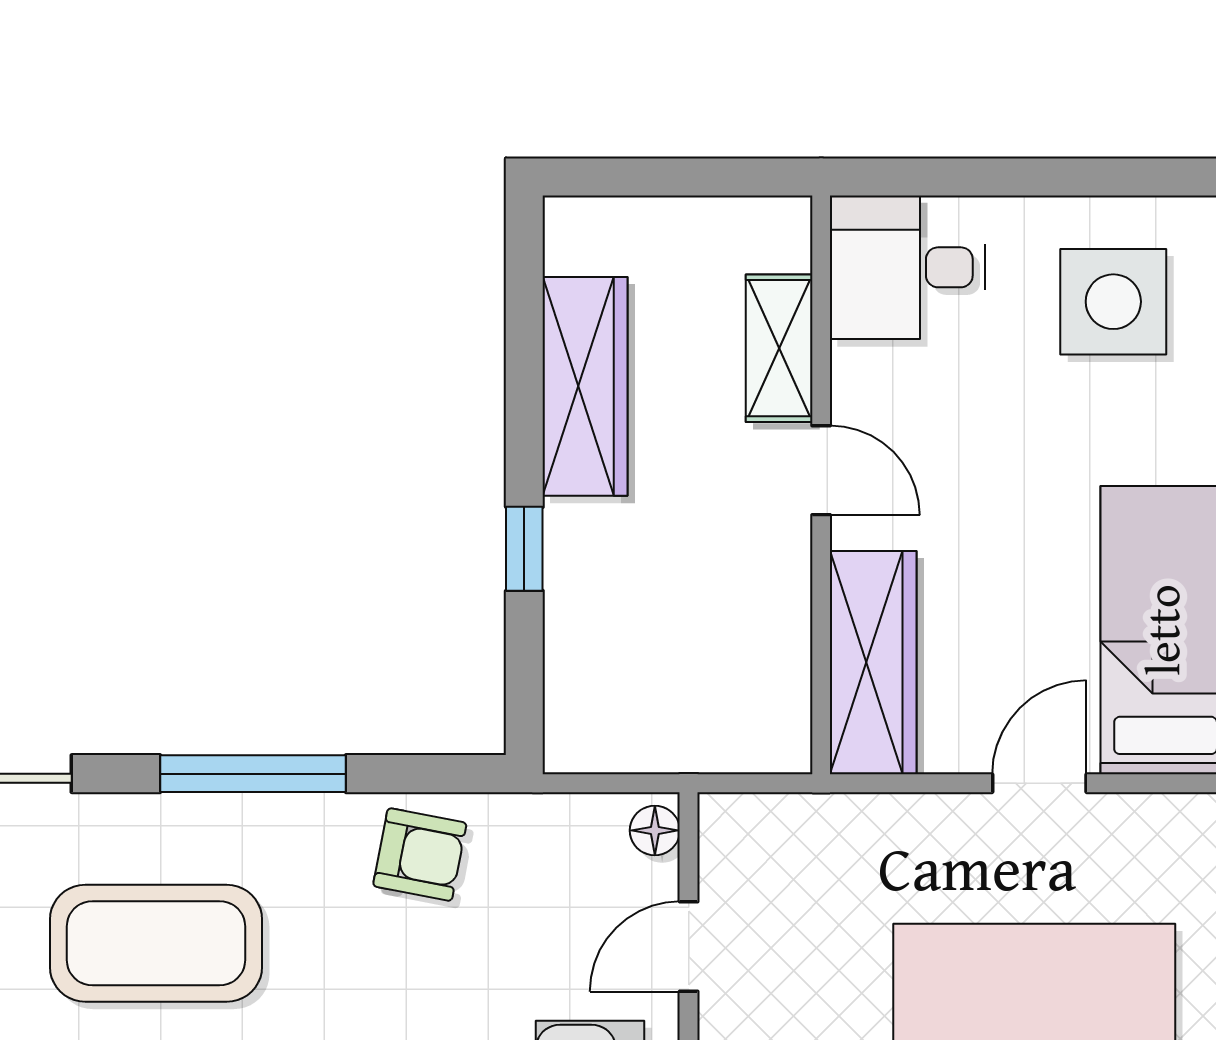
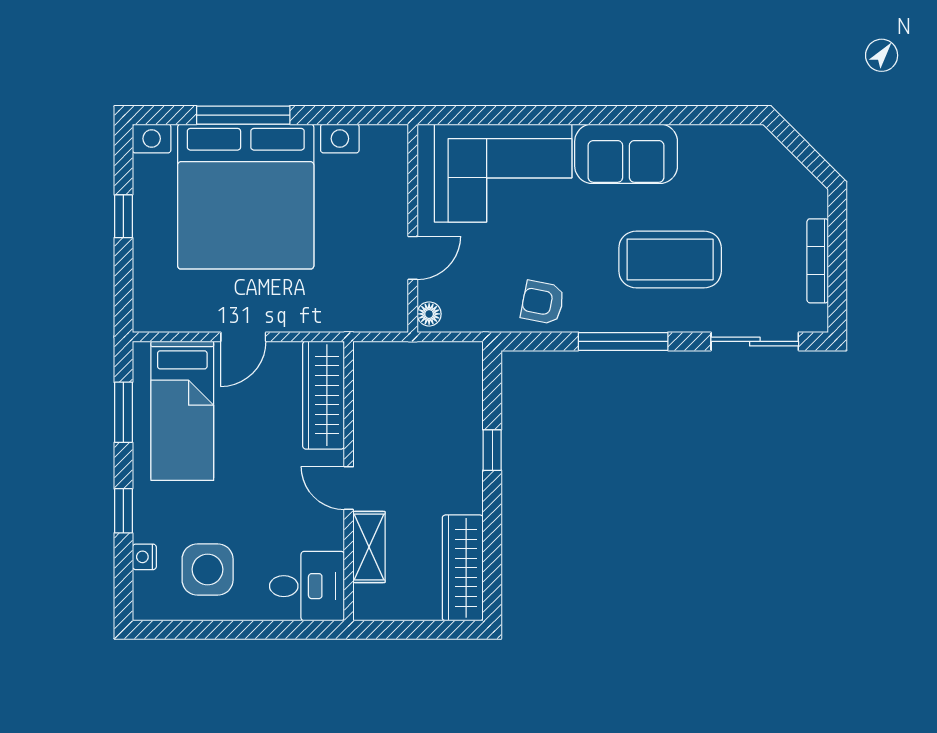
wardrobe: (585, 386) -> (463, 568), moved

